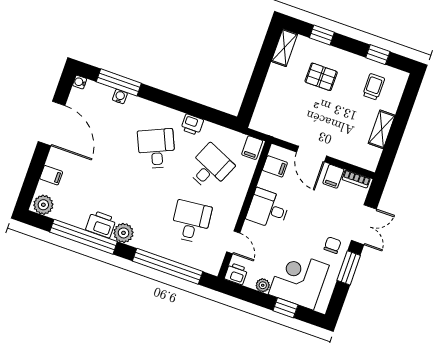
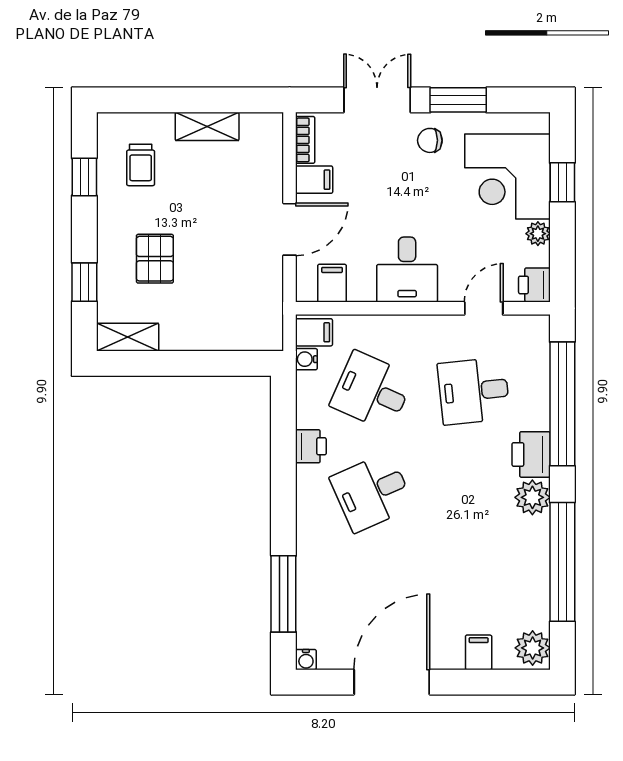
trolley: (374, 87) -> (141, 165), turned -90
water cooler: (120, 97) -> (306, 359), moved
printer: (101, 224) -> (531, 454), moved

